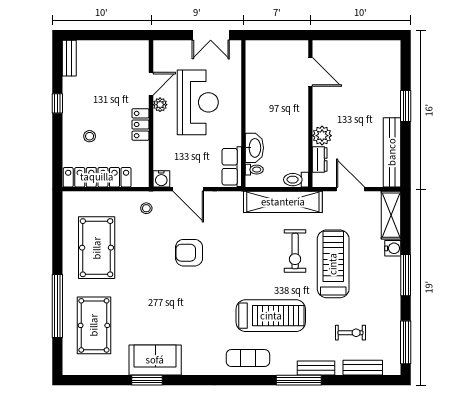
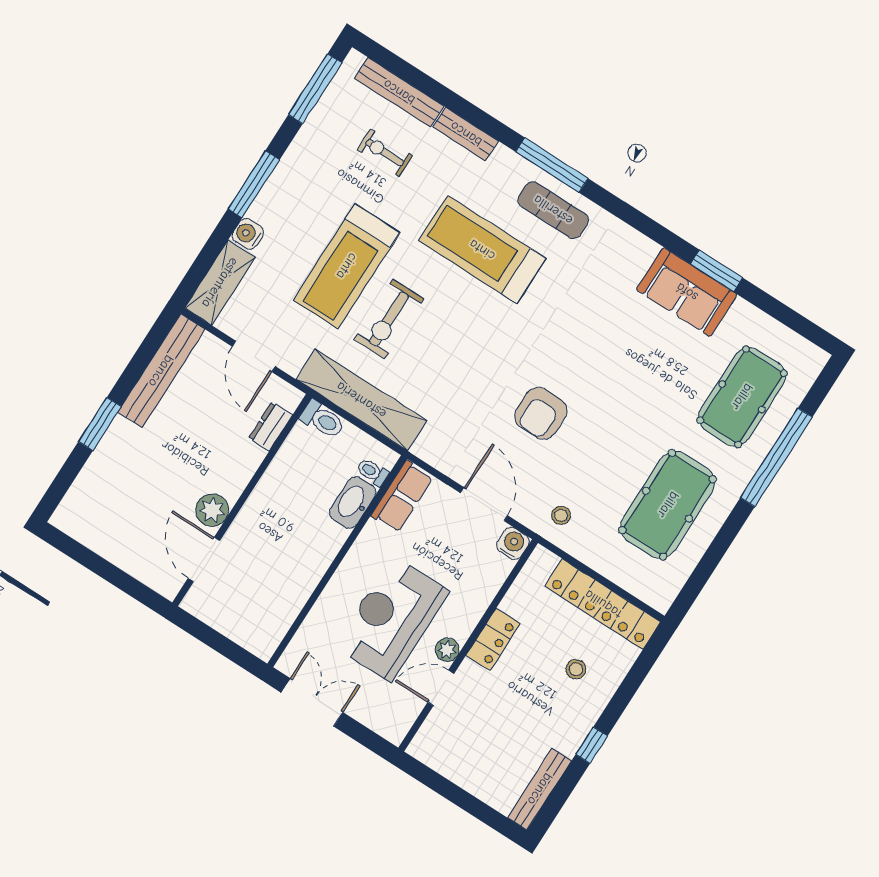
bench: (69, 58) -> (540, 789), width x1.36
plant: (322, 136) -> (212, 510), moved
exercise bike: (295, 251) -> (389, 319), turned 180
armchair: (189, 253) -> (541, 413), turned 90
bench: (363, 368) -> (399, 92), width x1.36
window: (299, 380) -> (552, 165), moved

